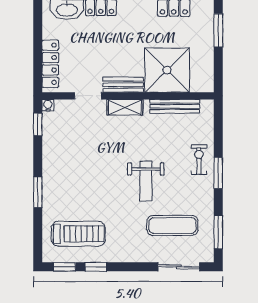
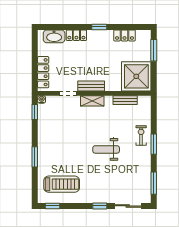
shower: (167, 70) -> (136, 76), moved
bench: (175, 106) -> (125, 100), width x0.73
weight bench: (146, 181) -> (106, 149), turned 90
exercise mat: (173, 225) -> (124, 179), removed
window: (96, 267) -> (100, 206), moved

